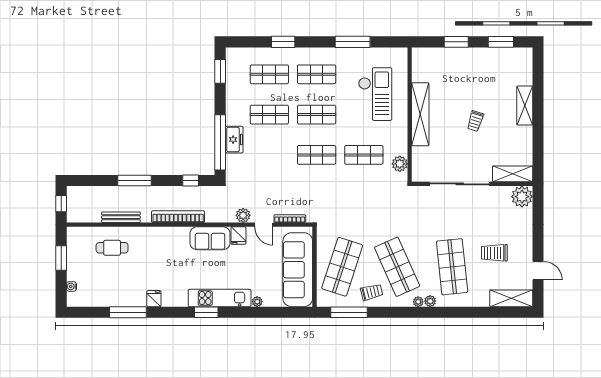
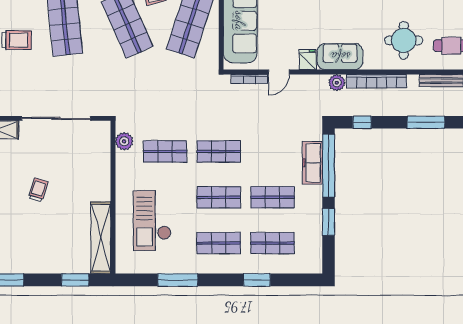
window: (456, 42) -> (75, 280), moved
window: (220, 71) -> (329, 222), moved
shelving: (420, 114) -> (101, 238), moved
freezer: (234, 140) -> (312, 163), width x1.40
plant: (243, 215) -> (337, 83), moved
door: (264, 225) -> (279, 72), swing flipped
round table: (154, 252) -> (404, 40), added

